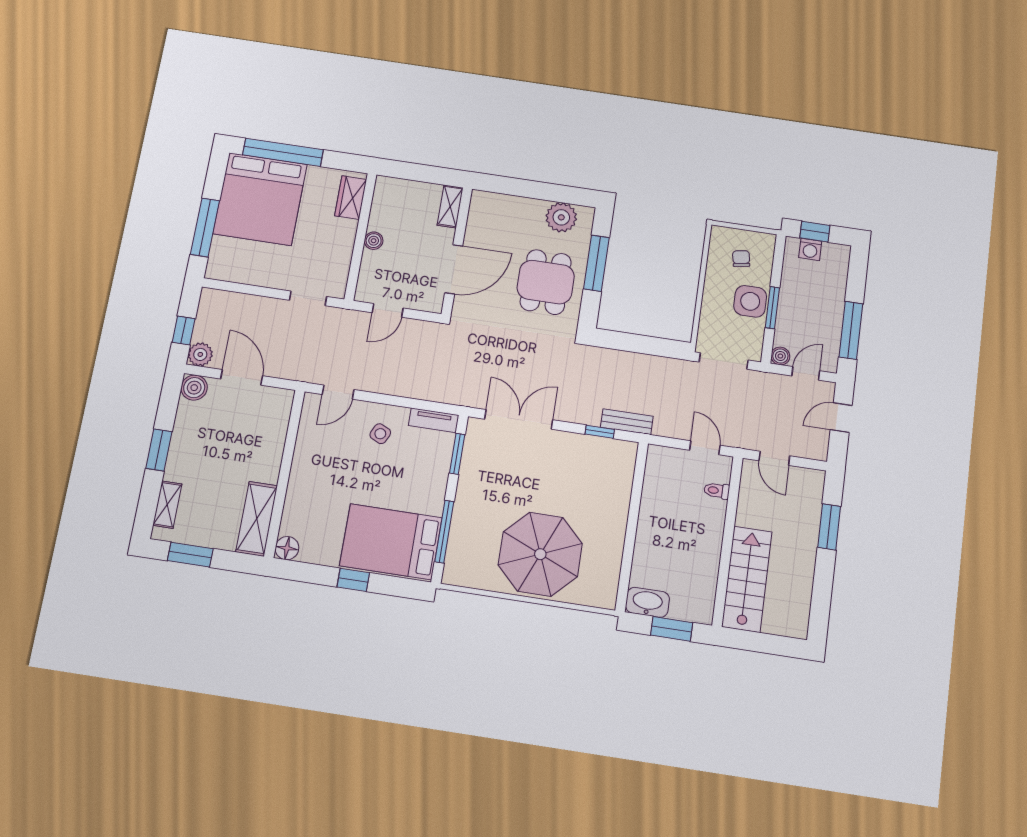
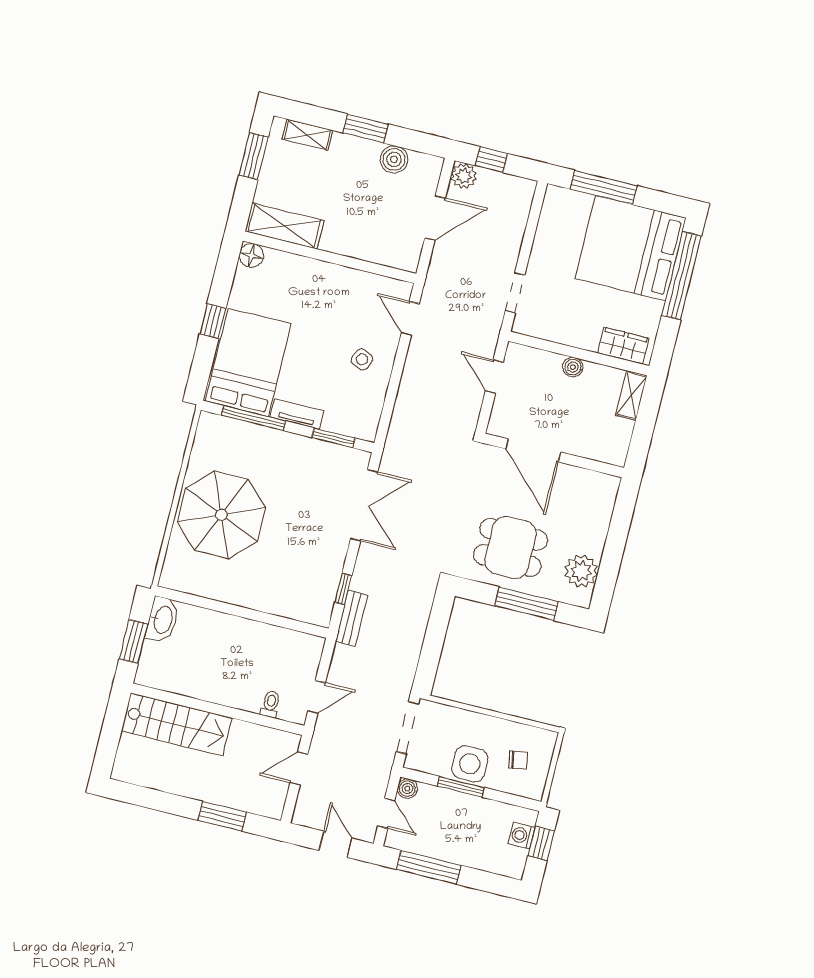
shelving: (450, 206) -> (631, 395), moved, turned 90
boiler: (194, 388) -> (394, 159), moved
tv unit: (434, 420) -> (297, 414), moved, turned 90

